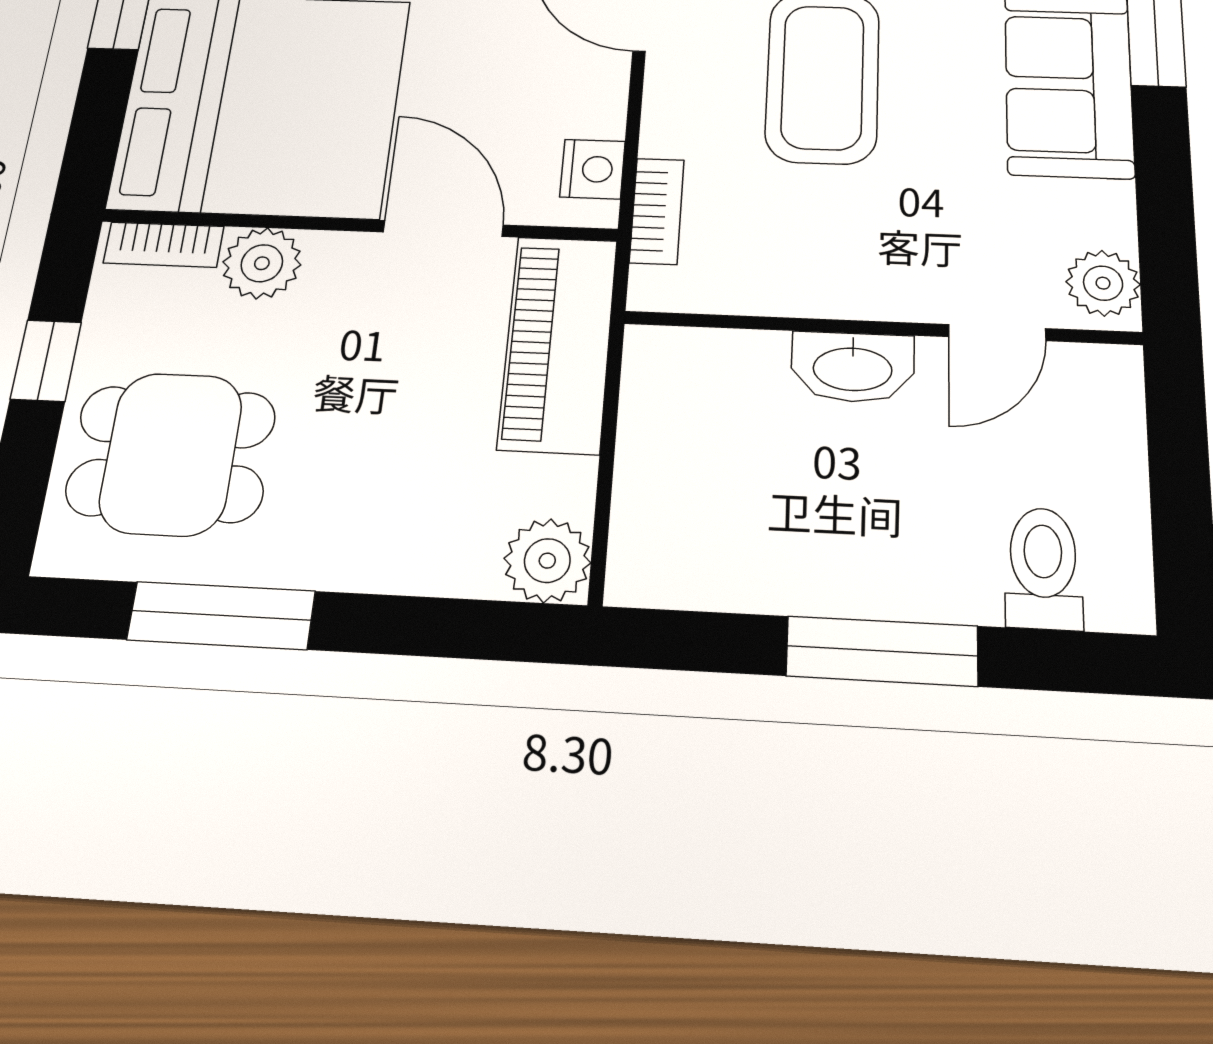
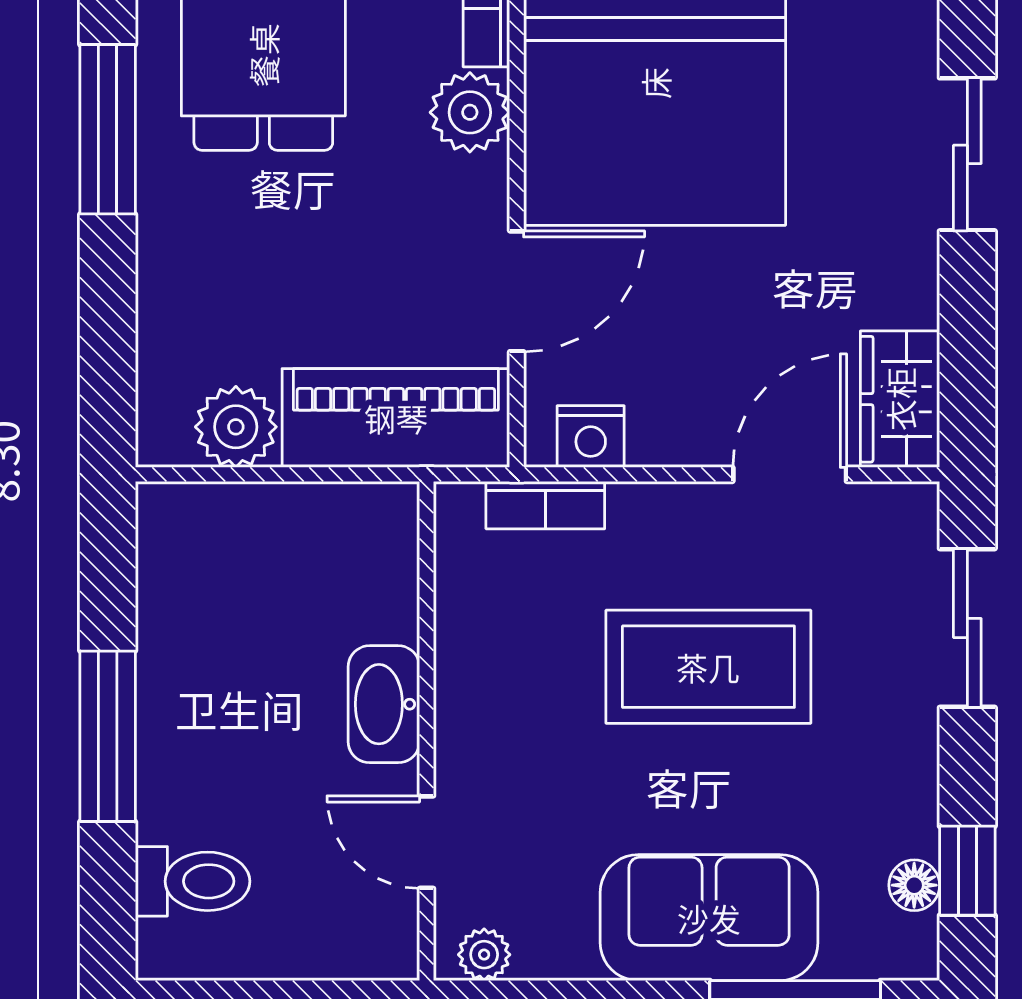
plant: (1103, 283) -> (484, 955), width x0.73, depth x0.73
plant: (547, 561) -> (236, 427), moved

